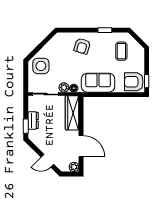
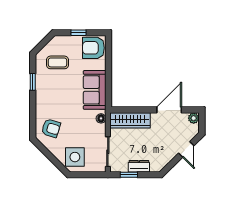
armchair: (82, 46) -> (51, 128), moved
window: (147, 81) -> (78, 33), moved
armchair: (134, 82) -> (93, 48), turned 90
plant: (64, 87) -> (100, 130), removed
window: (26, 126) -> (129, 175), moved

